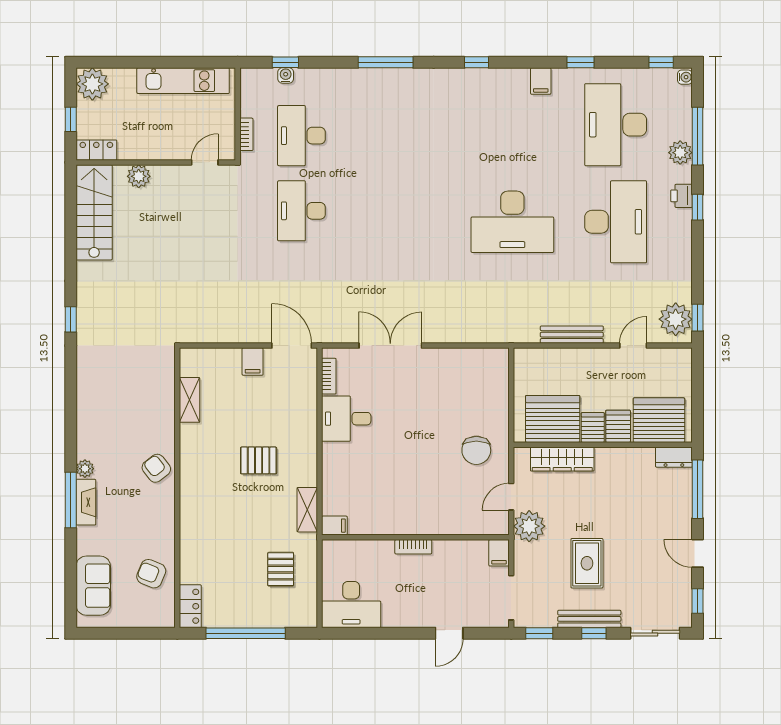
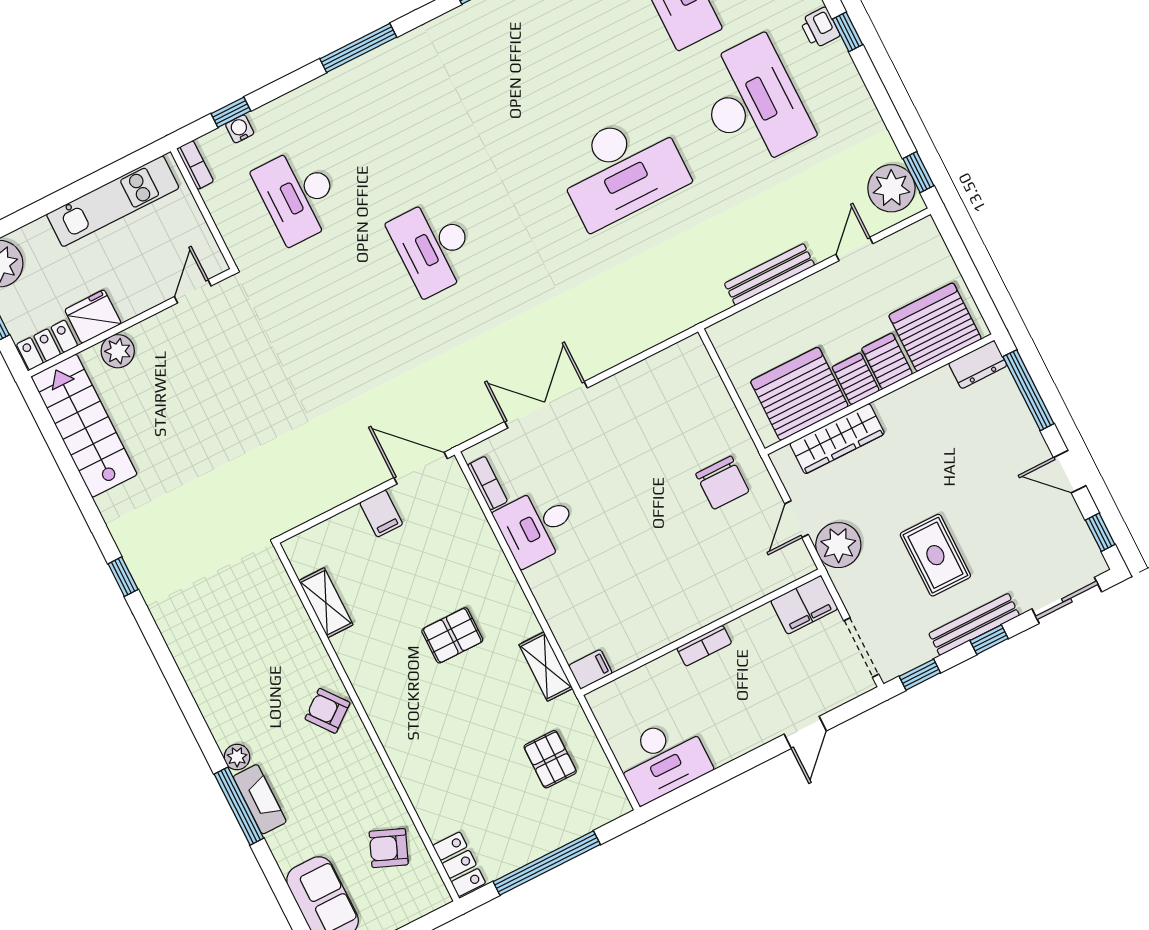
bookcase: (246, 134) -> (195, 165), moved
fridge: (134, 147) -> (93, 317), added
desk: (301, 211) -> (433, 247), moved
filing cabinet: (499, 553) -> (804, 605), width x2.00

